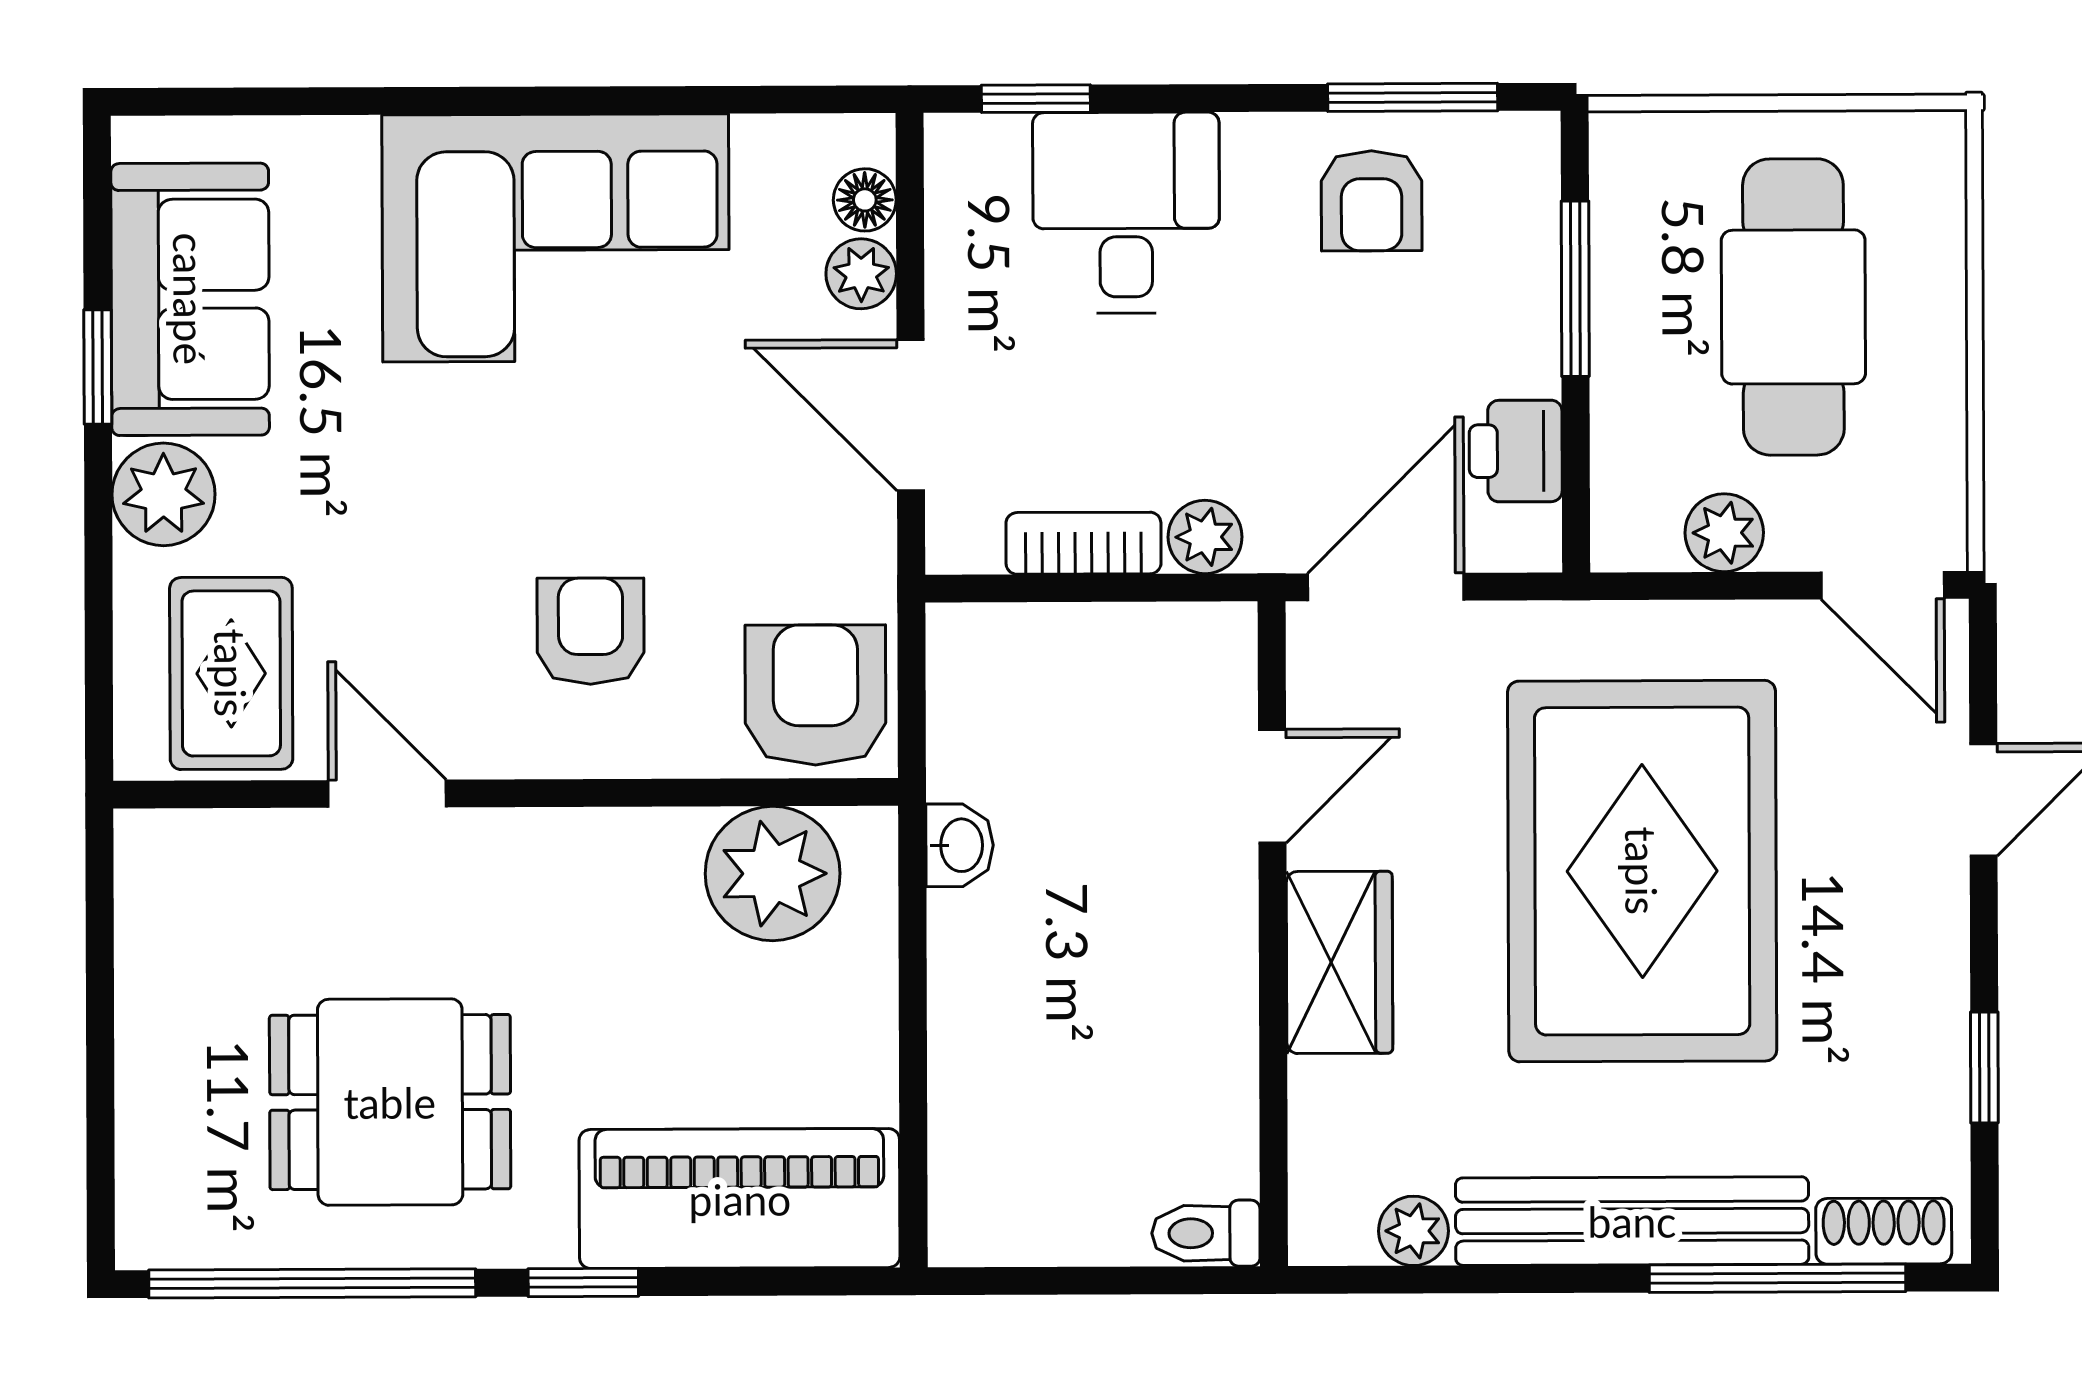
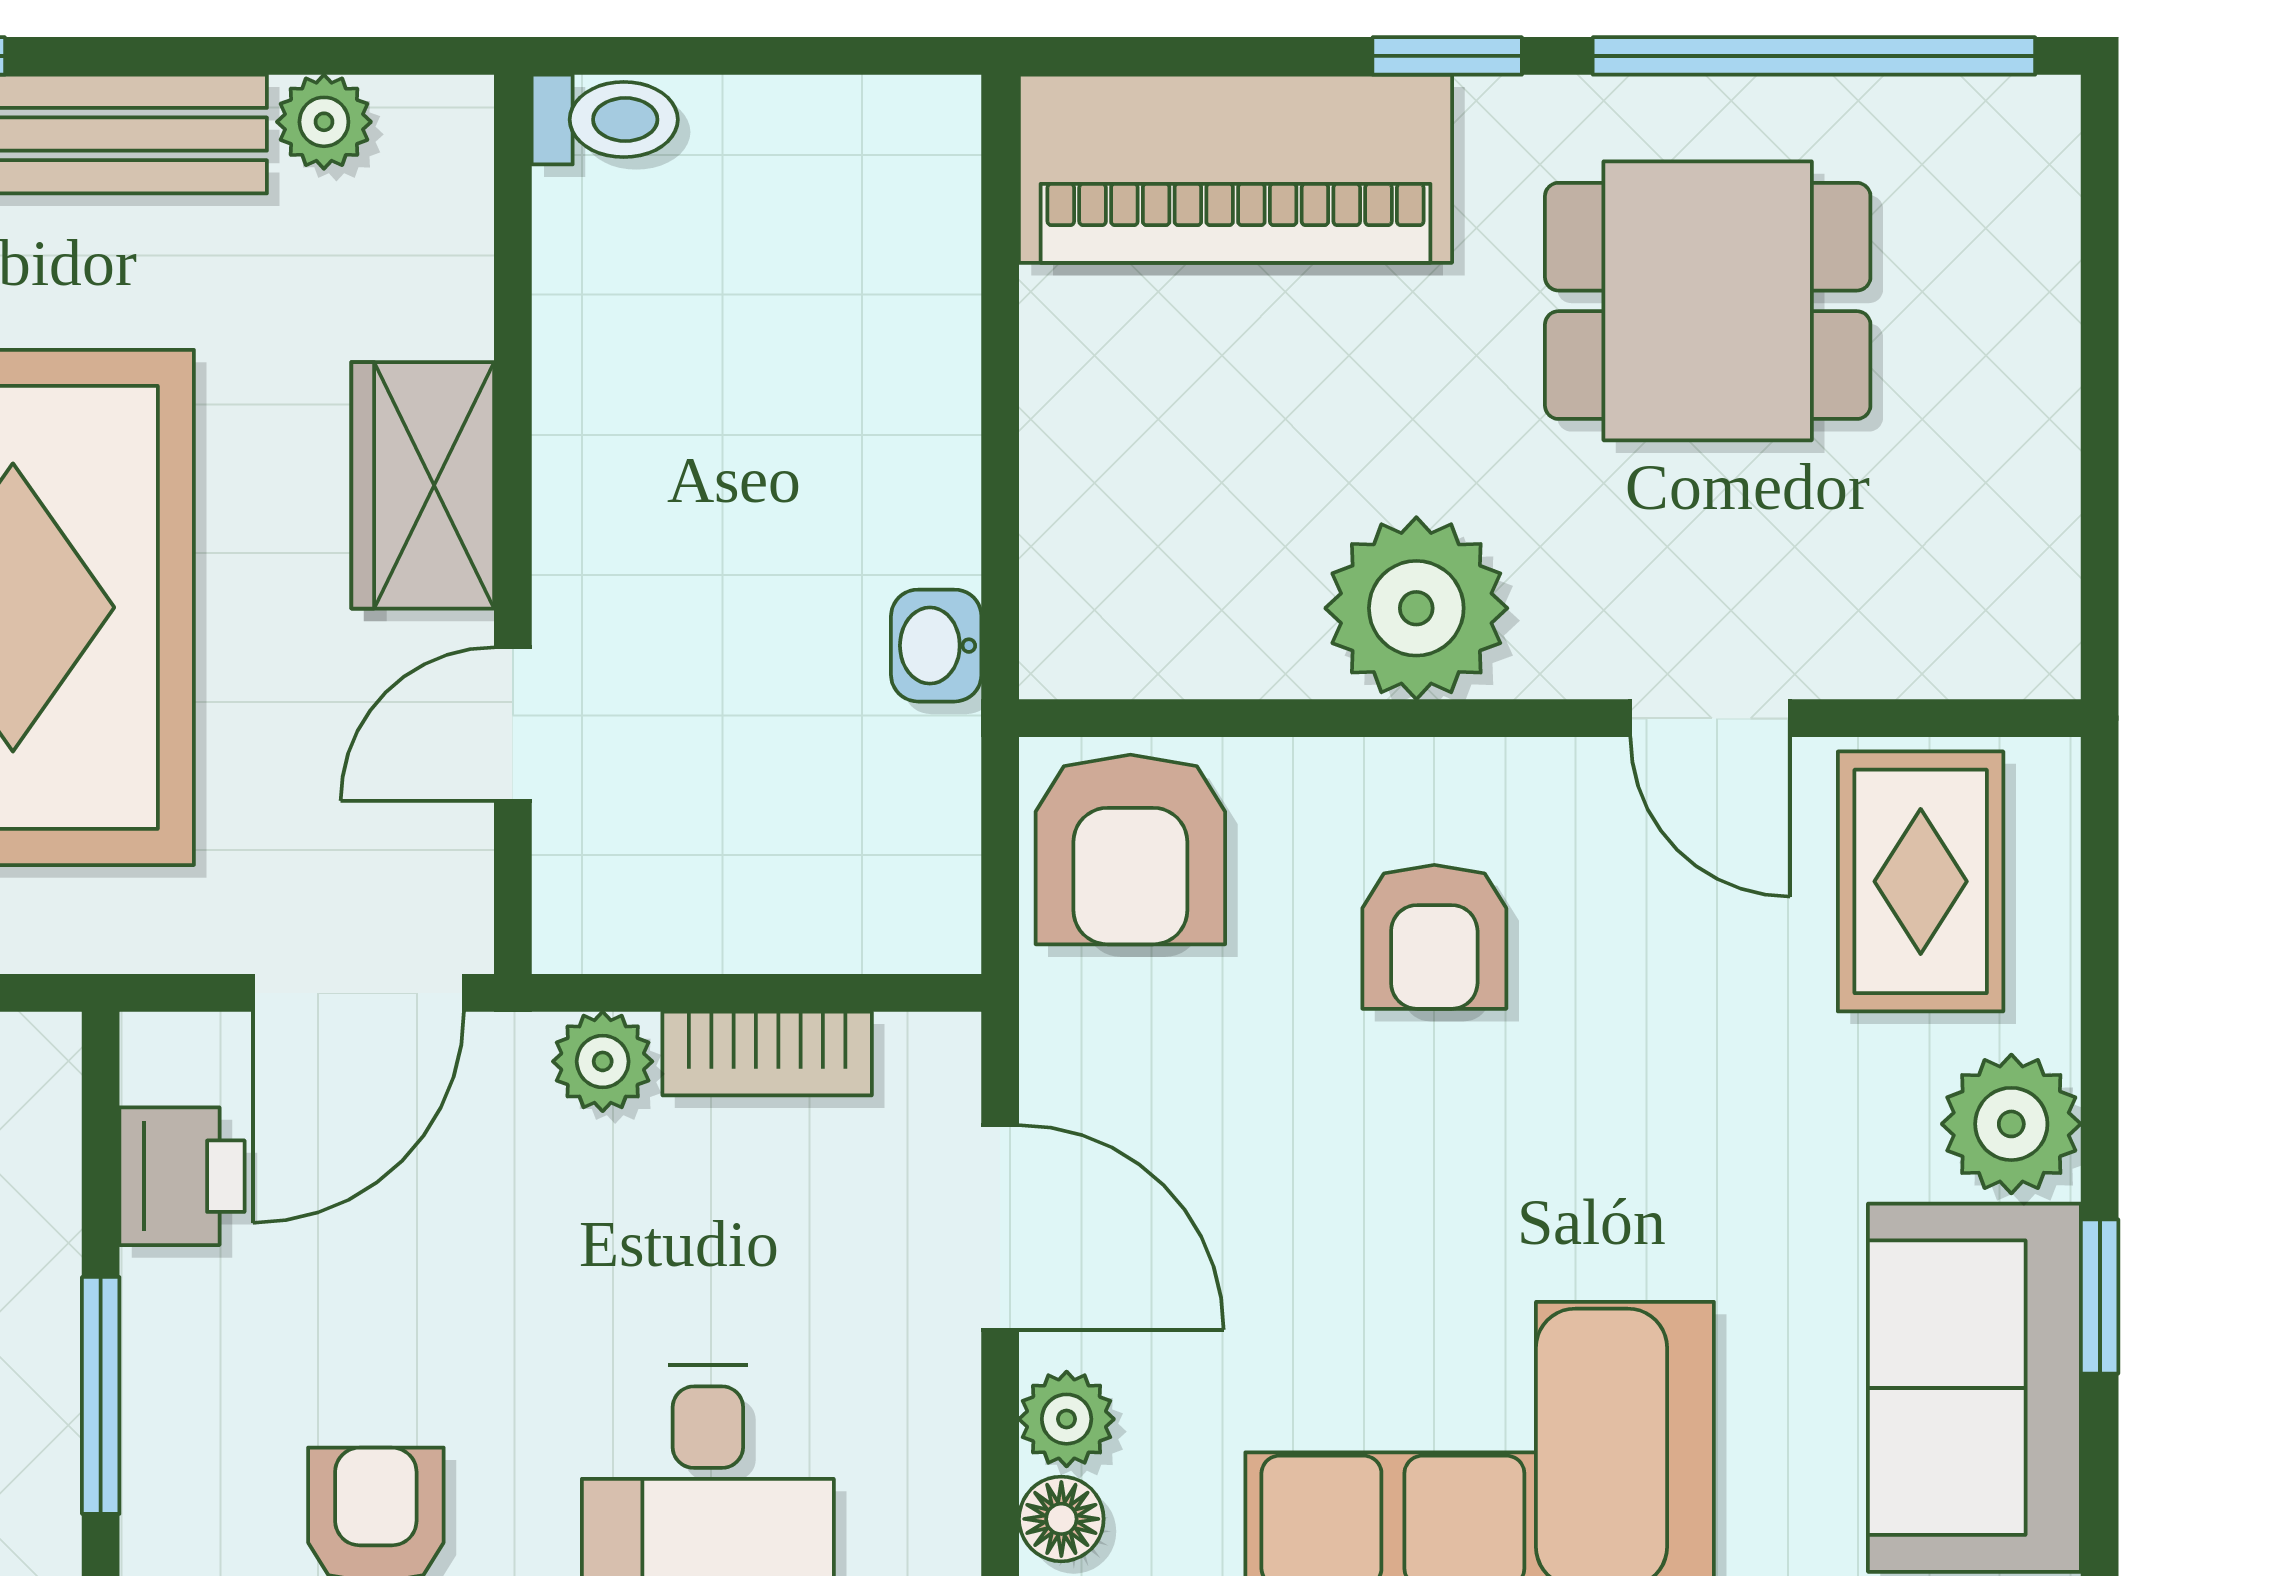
plant: (773, 874) -> (1416, 608), moved

